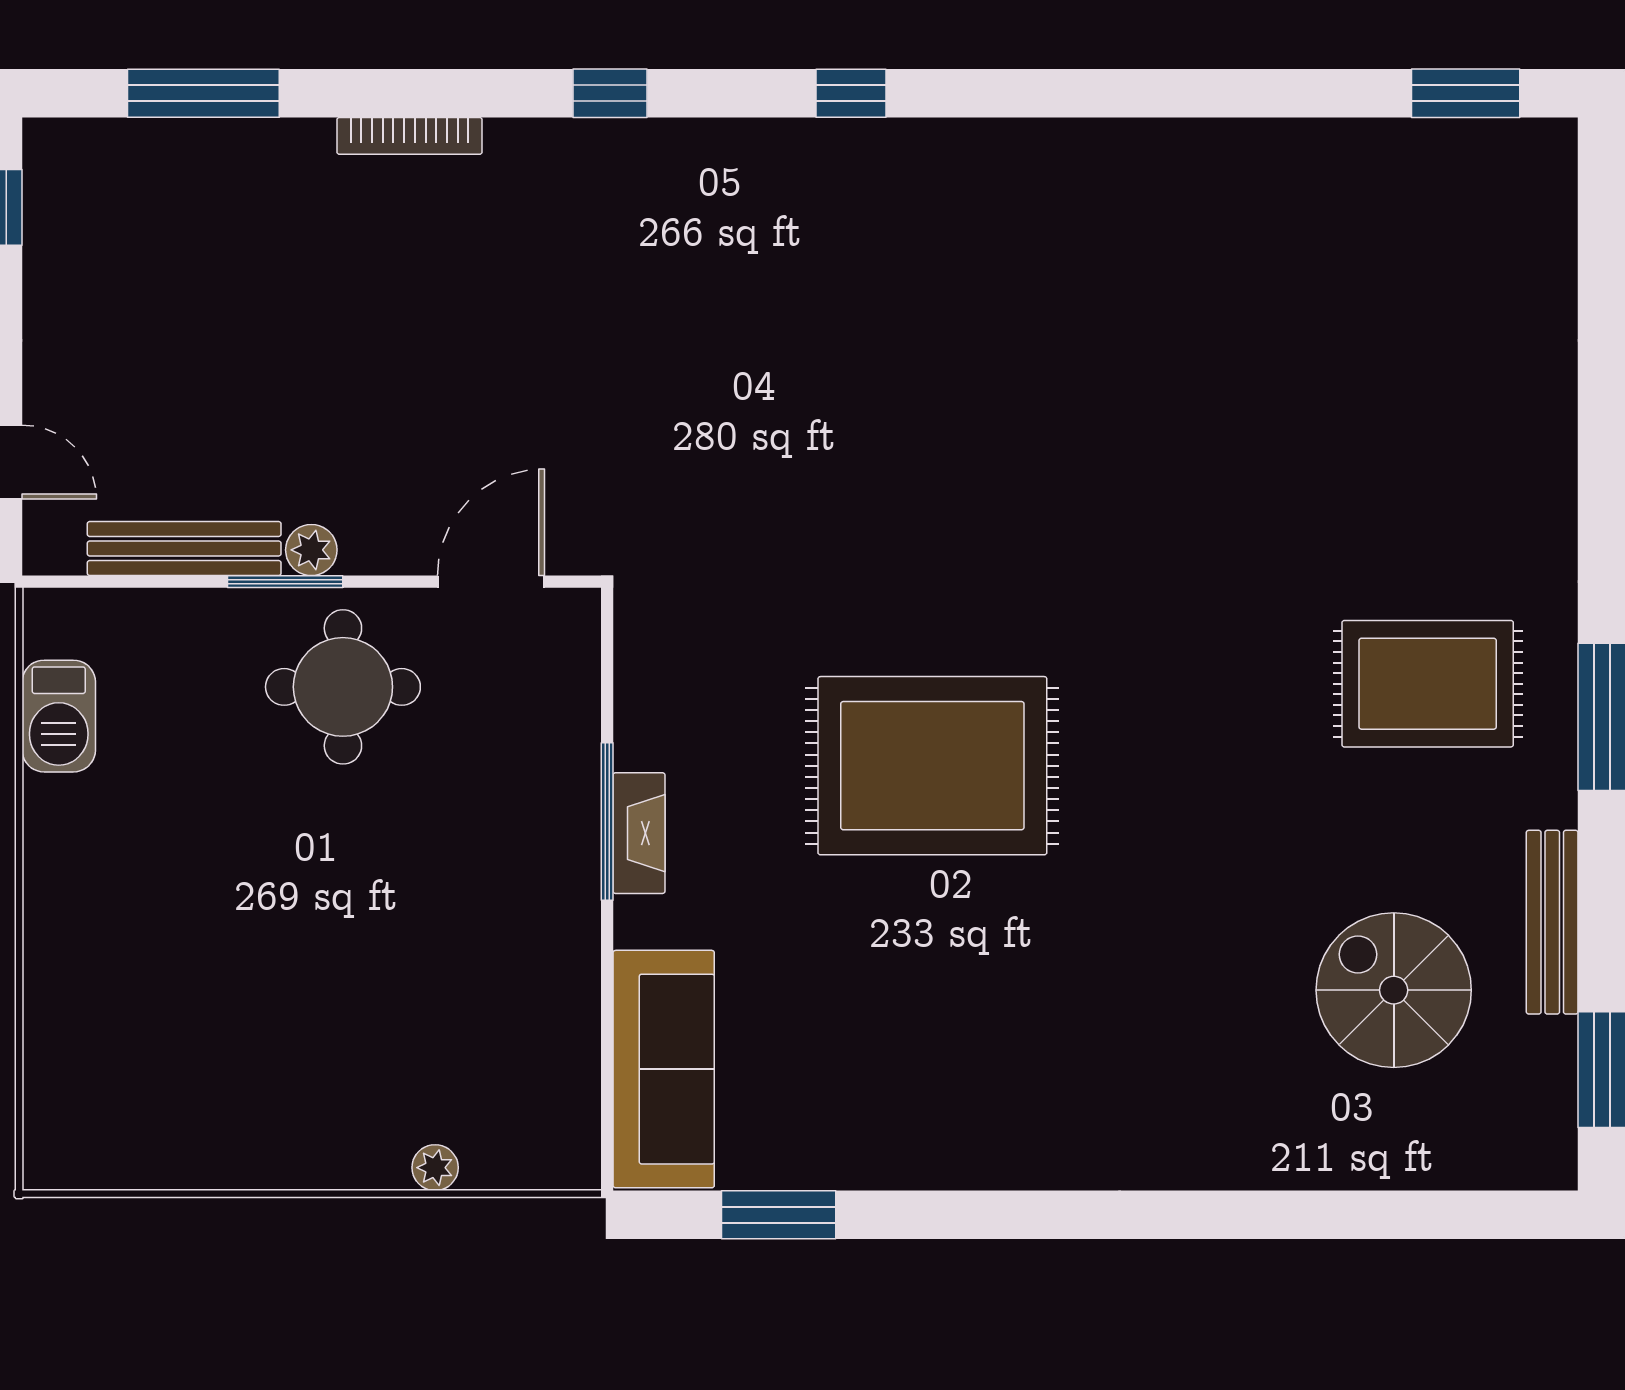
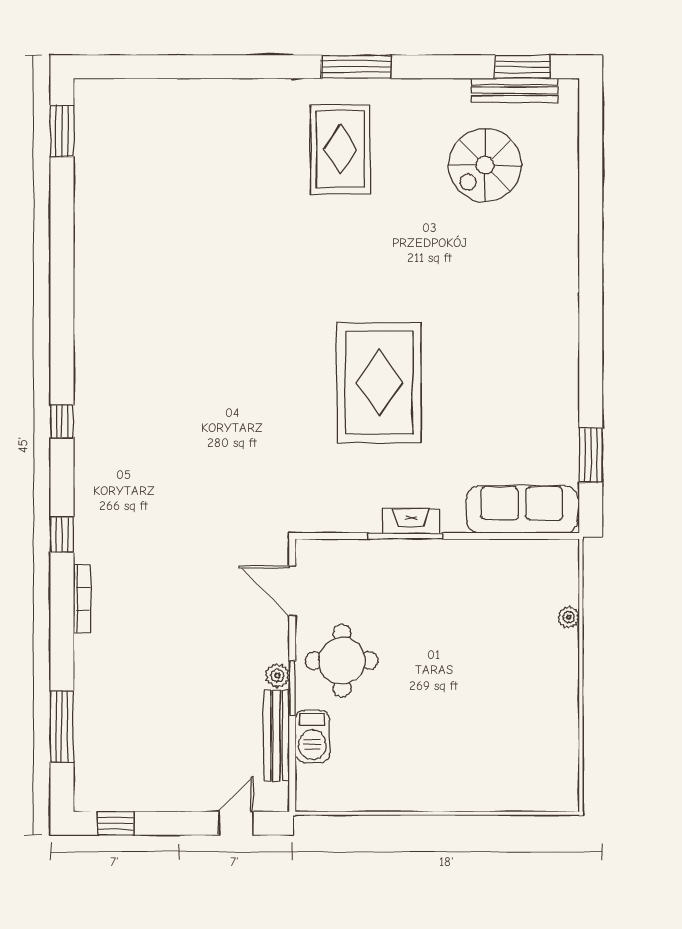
bookcase: (409, 136) -> (82, 599), moved
barbecue: (59, 716) -> (312, 736), moved, turned 90
bench: (1552, 922) -> (515, 90), moved

